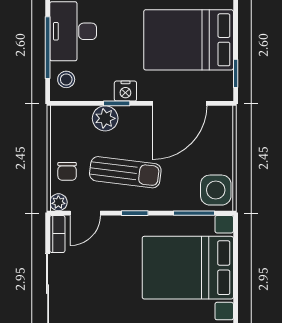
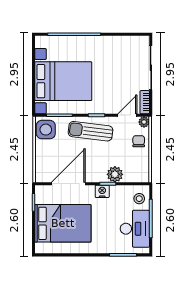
sun lounger: (125, 172) -> (91, 131), moved

